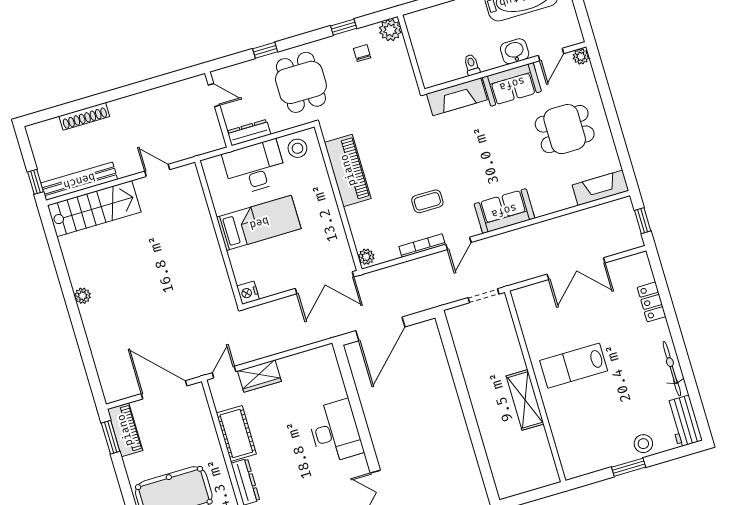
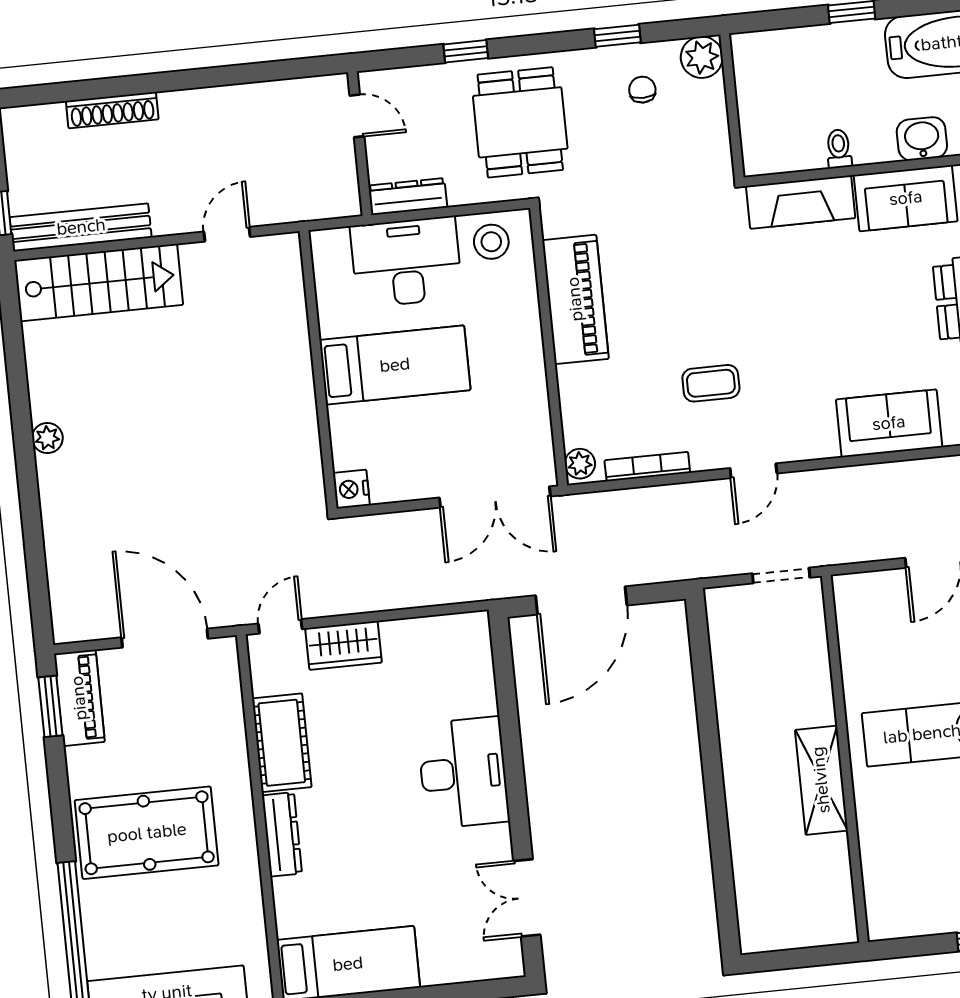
door: (157, 170) -> (227, 234), hinge flipped
sofa: (504, 211) -> (889, 423), moved
bookcase: (422, 246) -> (647, 467), moved

